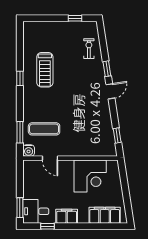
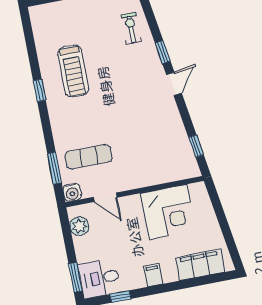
plant: (29, 174) -> (79, 226), added
filing cabinet: (67, 216) -> (153, 275), width x0.50

